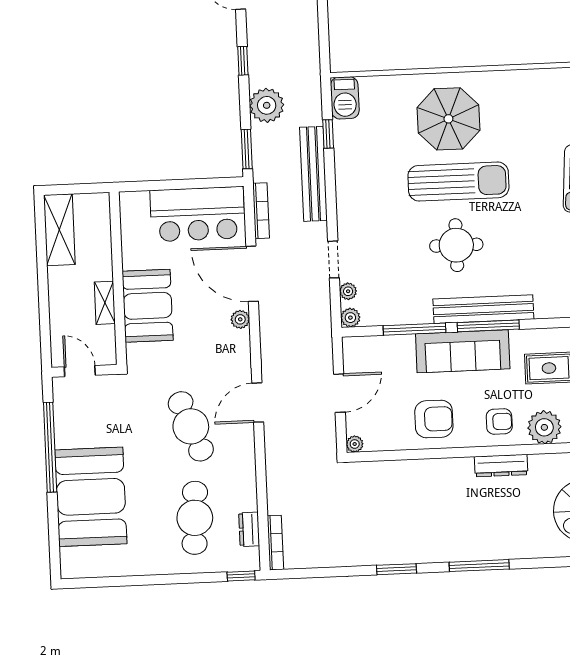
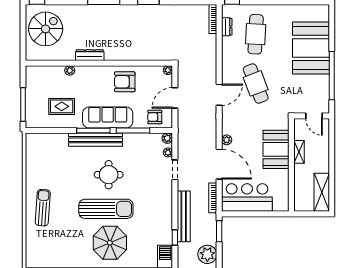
sun lounger: (458, 182) -> (106, 209), turned 180
armchair: (499, 422) -> (155, 117), moved
plant: (544, 427) -> (70, 70), width x0.53, depth x0.53

